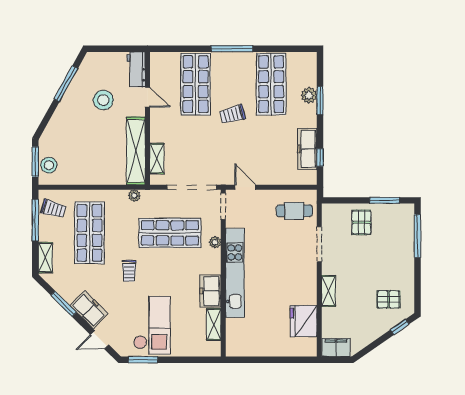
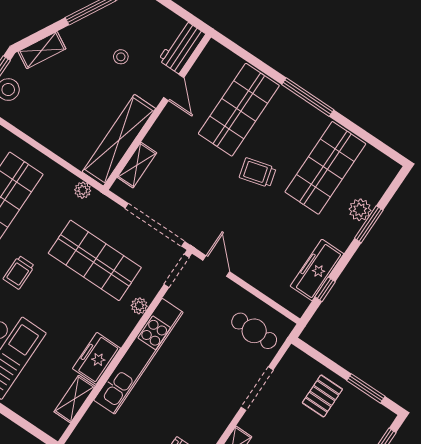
stool: (103, 100) -> (121, 57), width x0.53, depth x0.53
shelving: (53, 128) -> (42, 50), added

